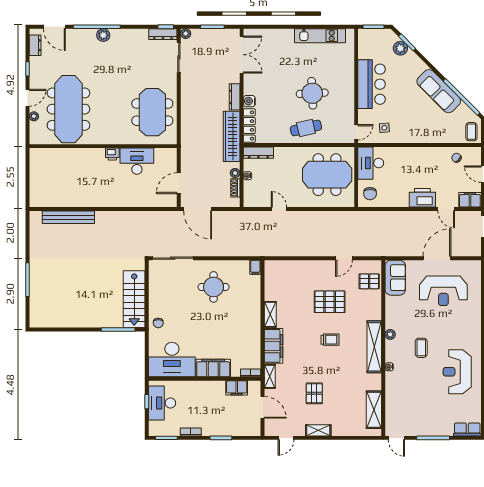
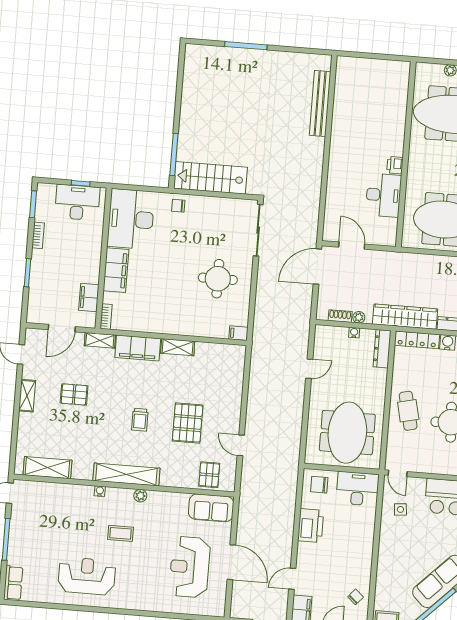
printer: (422, 198) -> (311, 526), moved

